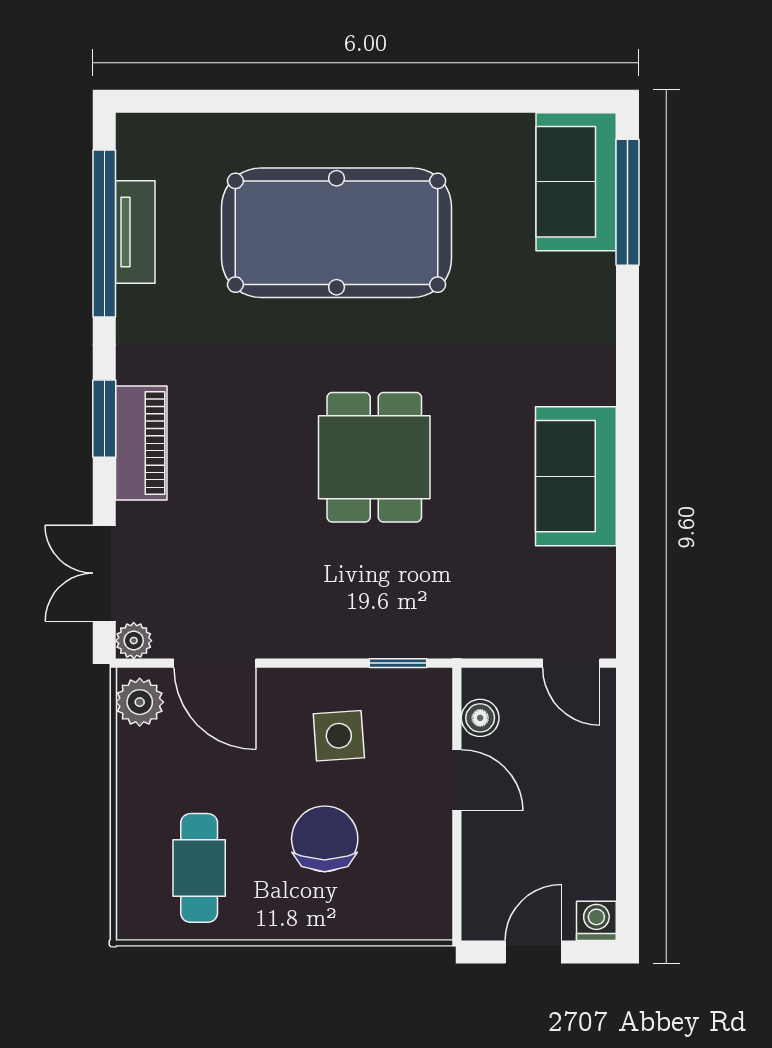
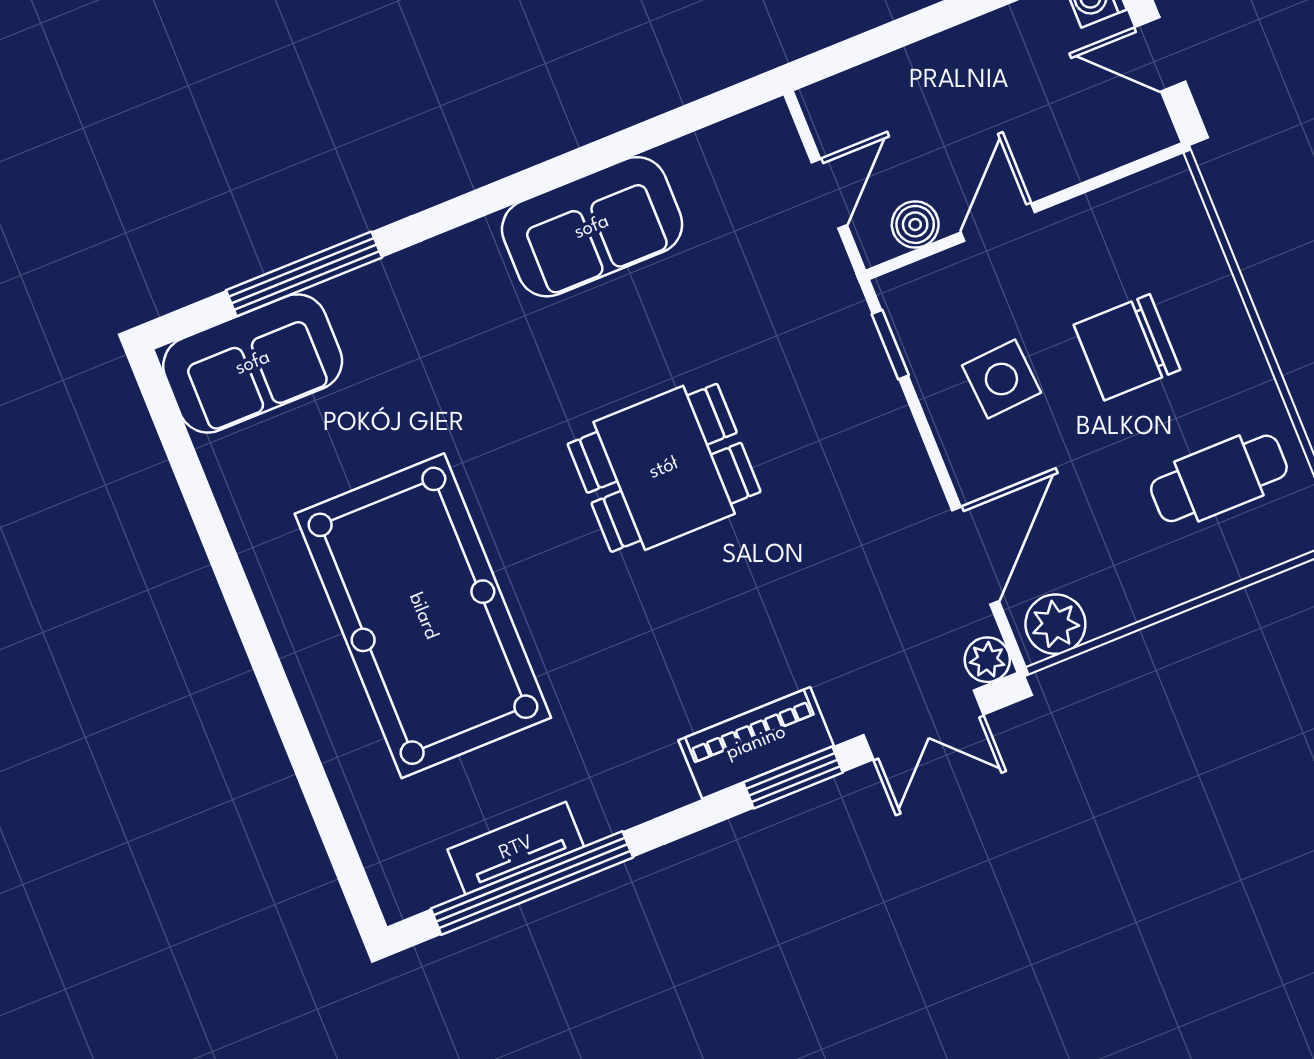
window: (627, 202) -> (304, 274), moved
window: (104, 419) -> (793, 778), moved
door: (571, 663) -> (829, 194), moved

